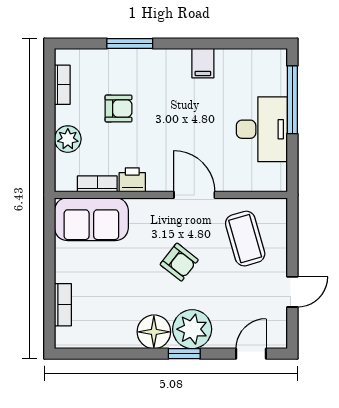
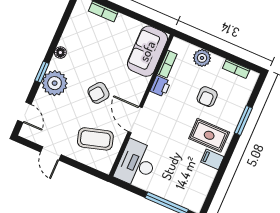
rug: (171, 82) -> (209, 135), added
desk: (262, 129) -> (136, 164), moved, turned 90
door: (194, 195) -> (135, 120), swing flipped
floor lamp: (154, 332) -> (60, 53), width x0.53, depth x0.53

